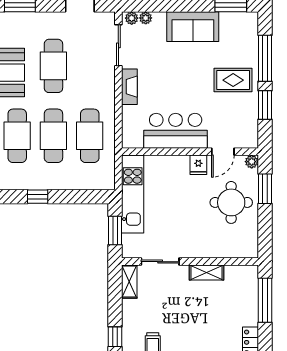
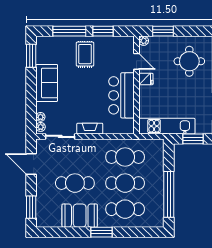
window: (38, 197) -> (169, 194), width x3.17
round table: (231, 202) -> (189, 61), moved

